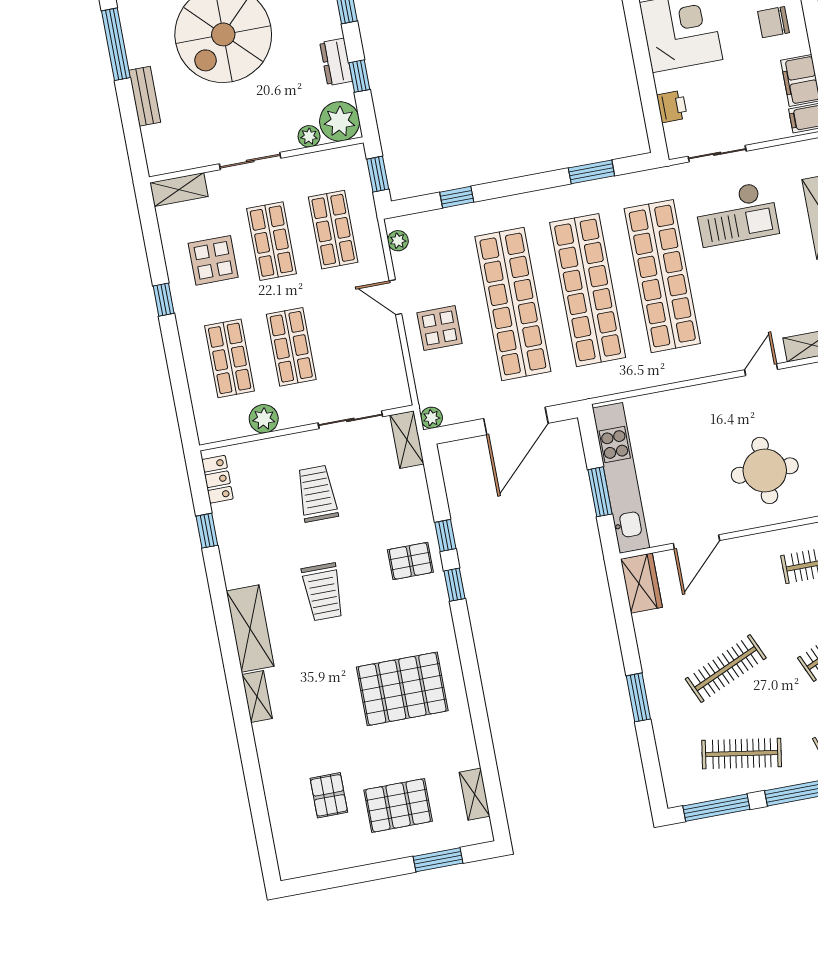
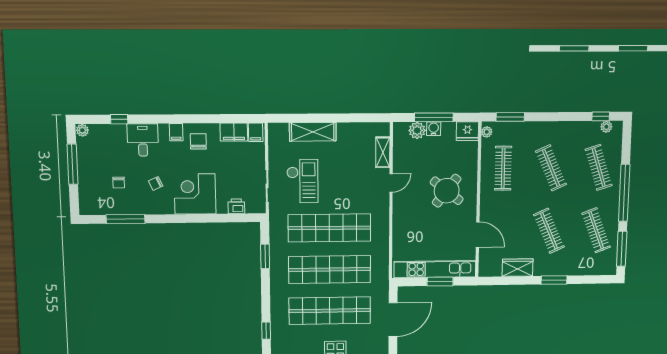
chair: (774, 22) -> (198, 141), turned 180
door: (761, 370) -> (391, 183), swing flipped
door: (516, 421) -> (393, 320), hinge flipped
round table: (765, 471) -> (447, 191), turned 38
wardrobe: (641, 583) -> (517, 268), moved
clothes rail: (742, 754) -> (596, 230), turned -30

